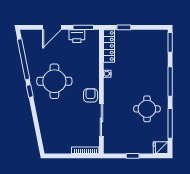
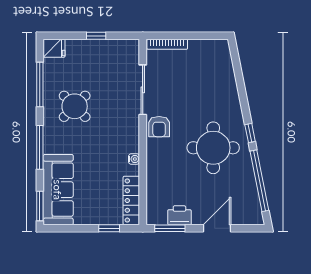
sofa: (158, 53) -> (58, 190), added
round table: (147, 109) -> (75, 106), turned 45

